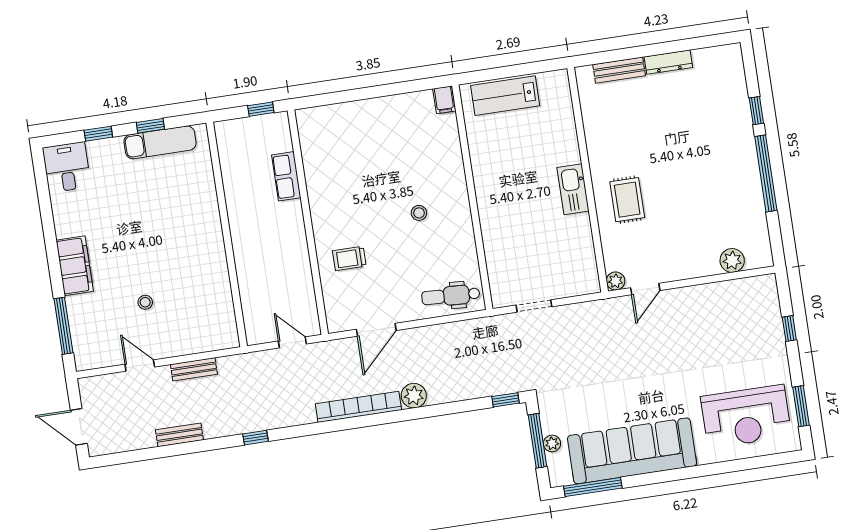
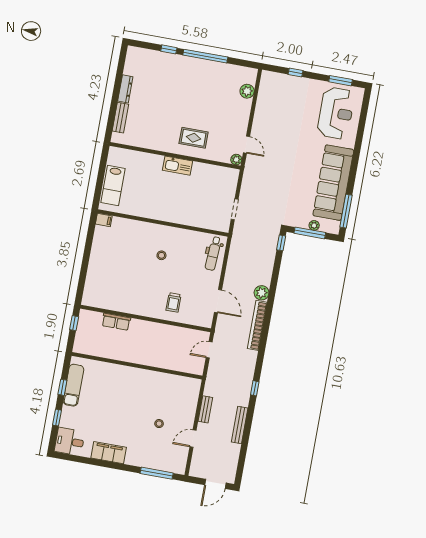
filing cabinet: (75, 266) -> (109, 453), moved
bench: (179, 435) -> (240, 425), width x1.36

